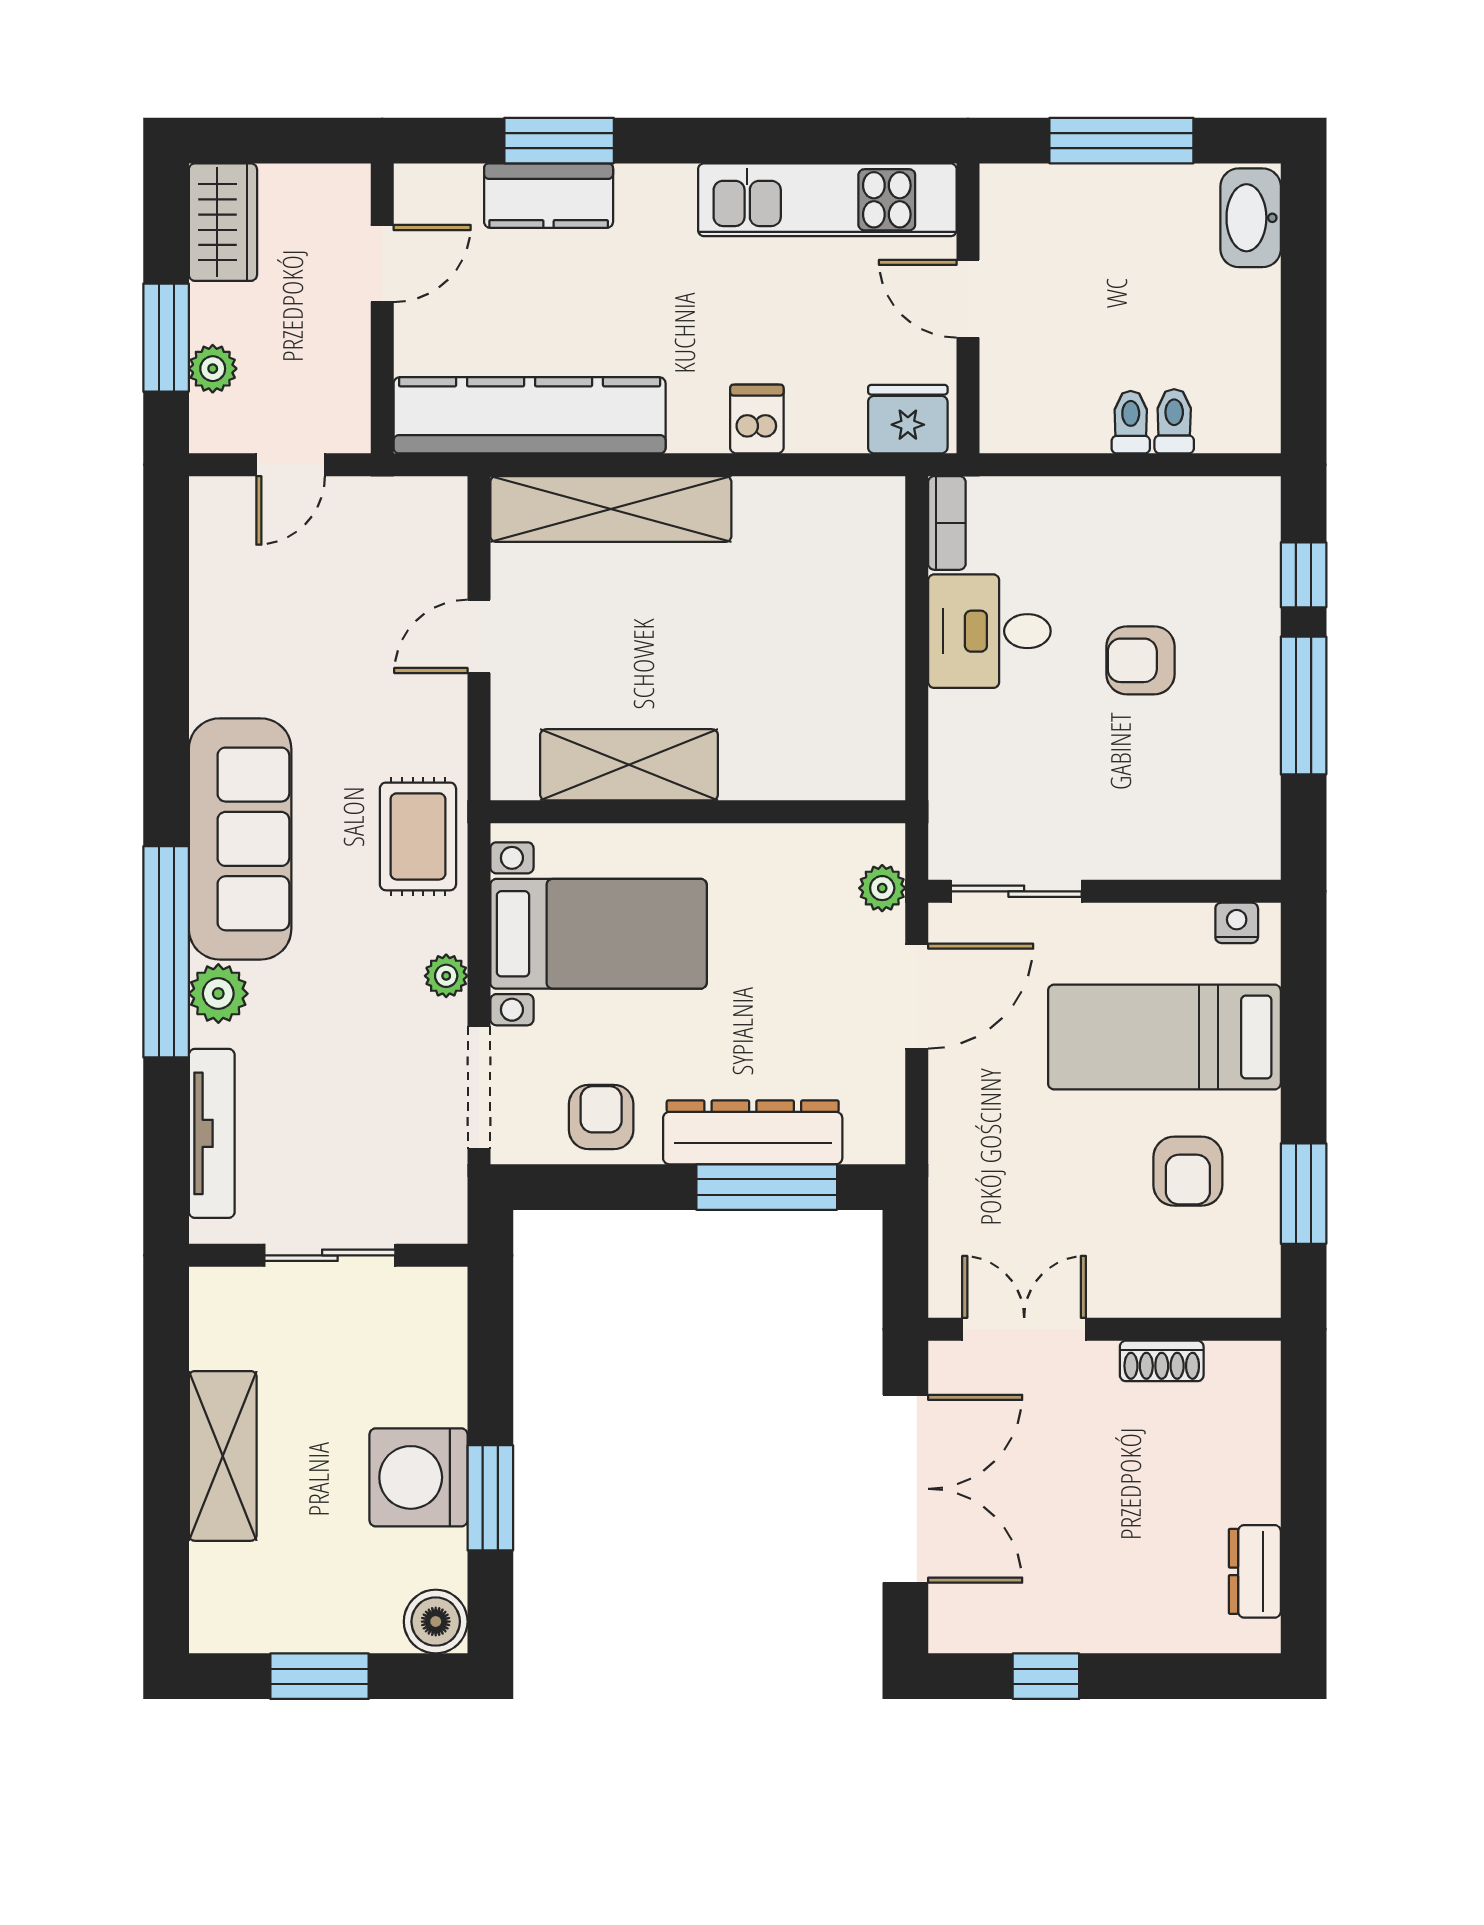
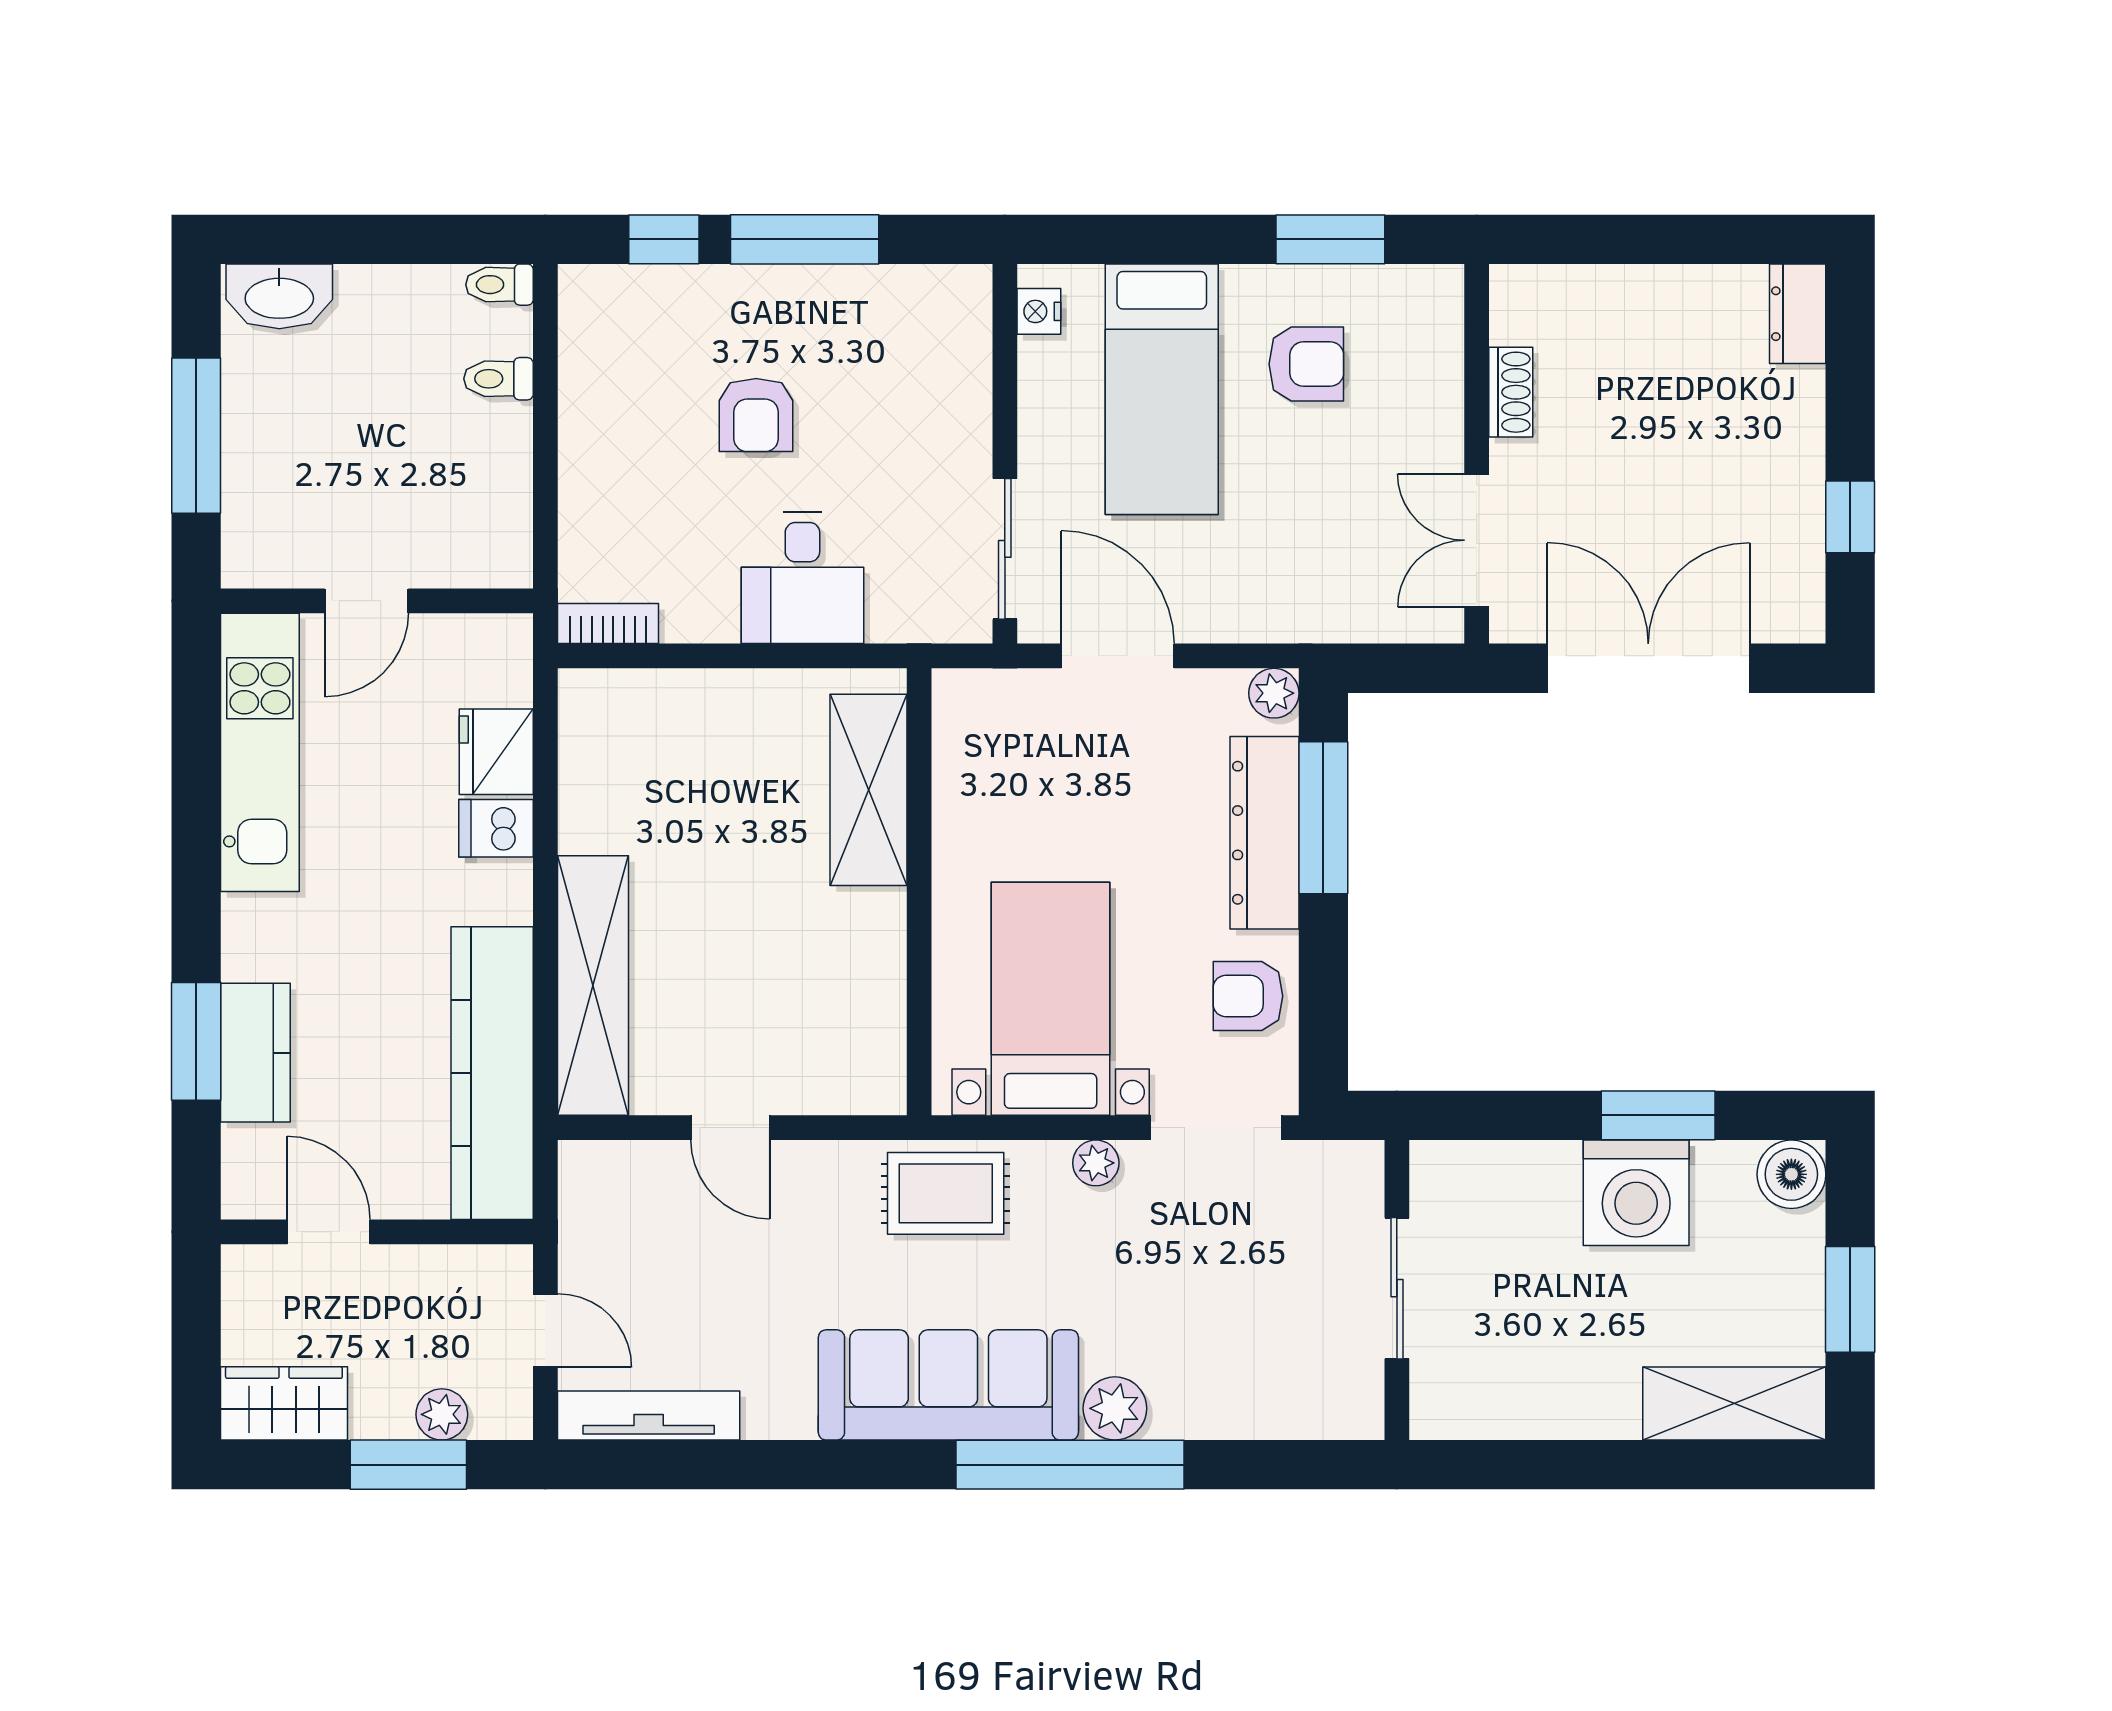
fridge: (908, 419) -> (496, 752), moved
toilet: (1131, 422) -> (499, 285), moved
desk: (989, 631) -> (802, 578), moved
shelving: (629, 765) -> (868, 790), moved
plant: (882, 888) -> (1274, 693), moved
tv unit: (212, 1133) -> (649, 1415), moved
shelving: (223, 1456) -> (1734, 1404), moved
dresser: (1255, 1571) -> (1798, 314), moved, turned 90

